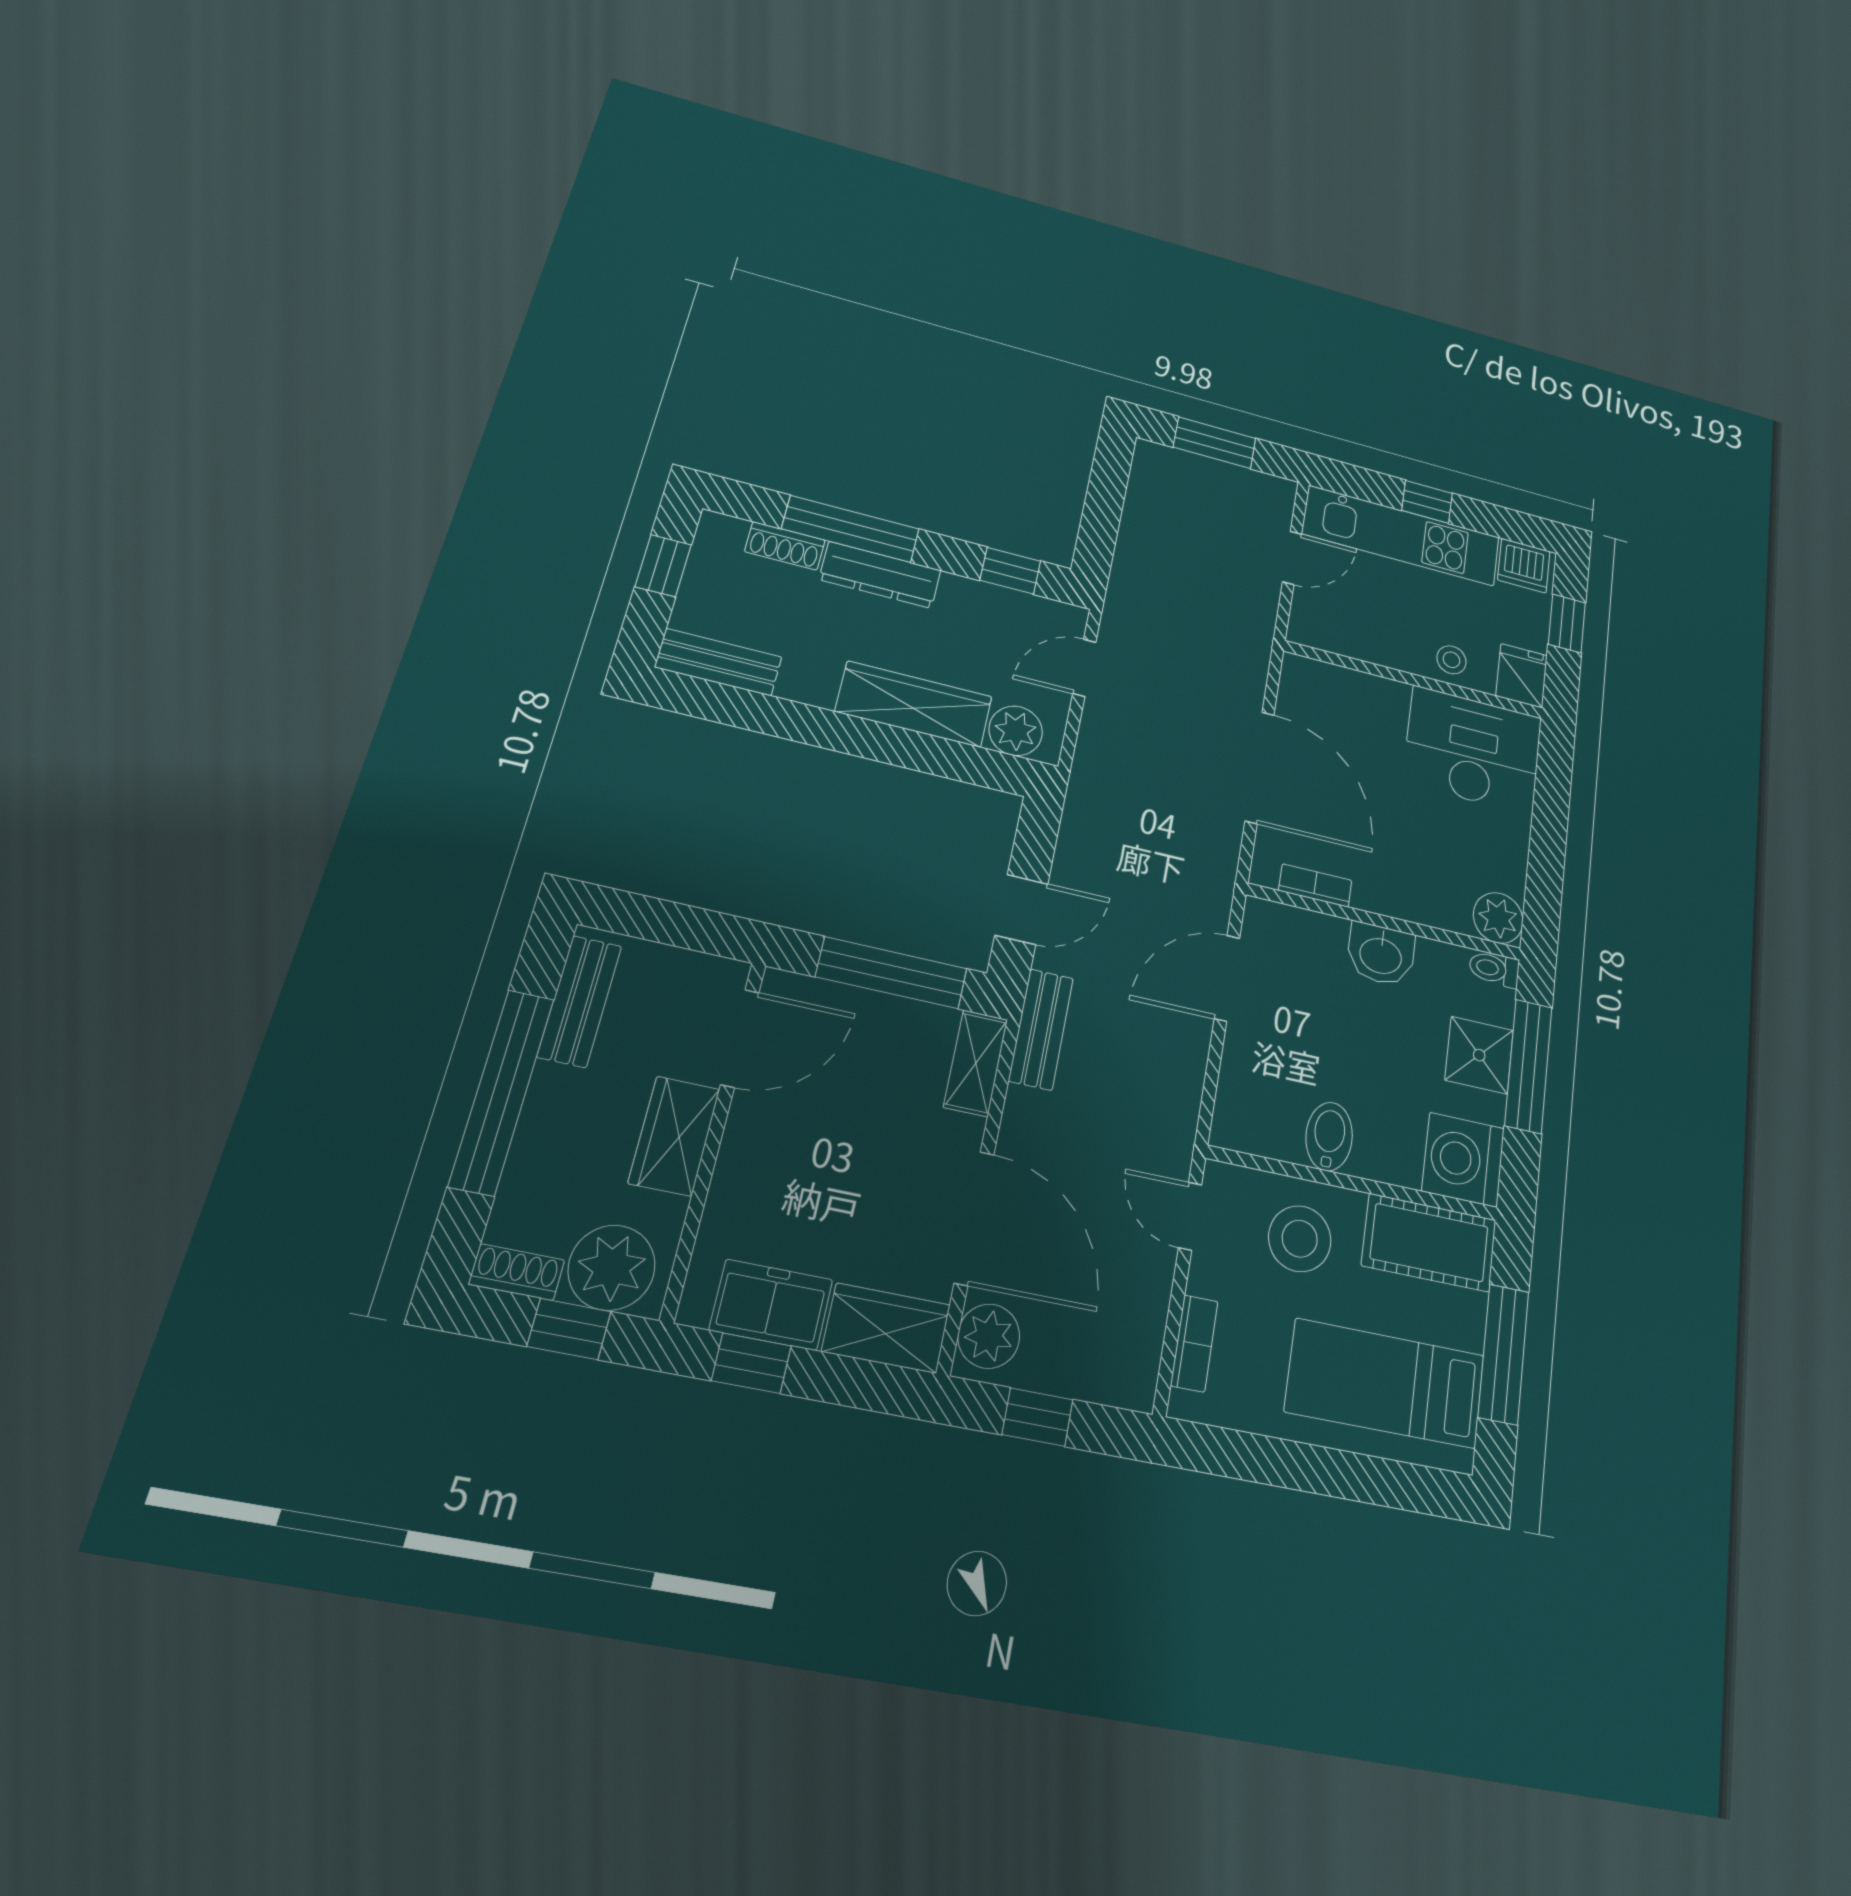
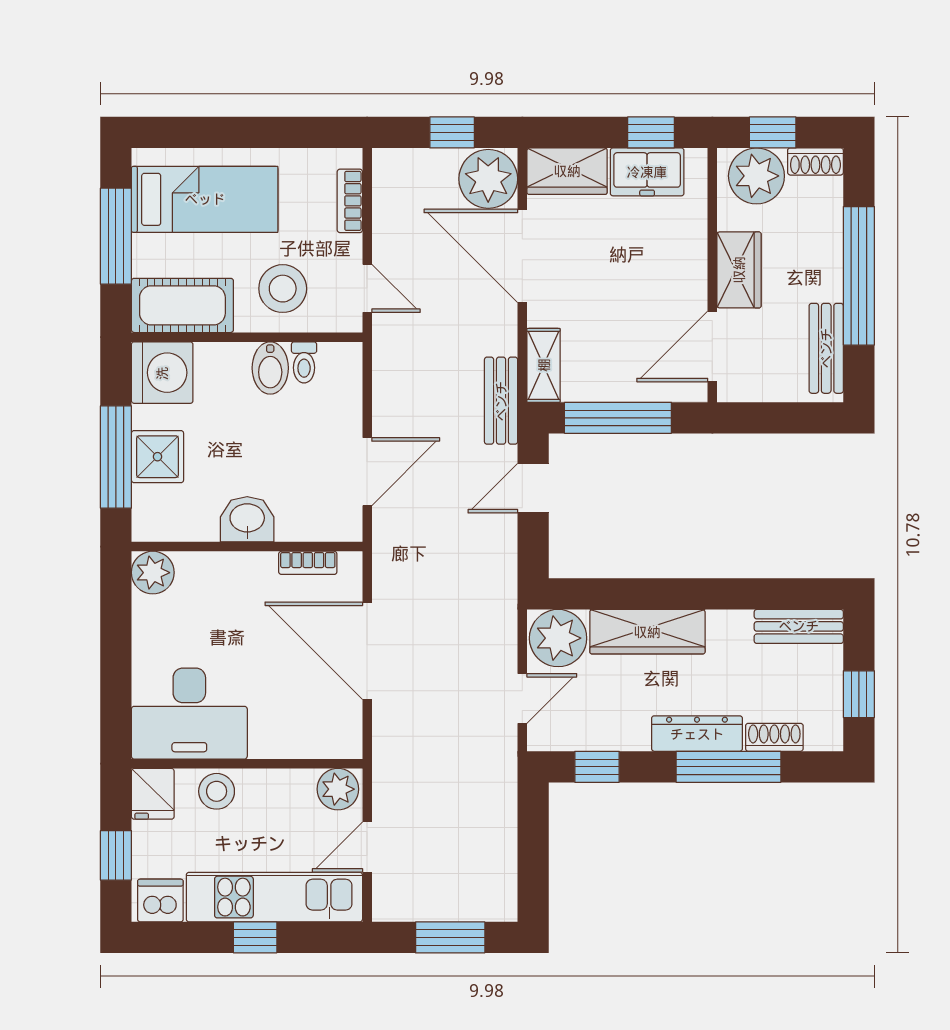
plant: (1316, 626) -> (338, 789), added
stool: (1451, 660) -> (217, 791), width x1.37, depth x1.37
plant: (1016, 731) -> (558, 638), width x1.36, depth x1.36
toilet: (1494, 969) -> (304, 362), moved, turned 90
plant: (989, 1336) -> (488, 179), width x1.36, depth x1.36

